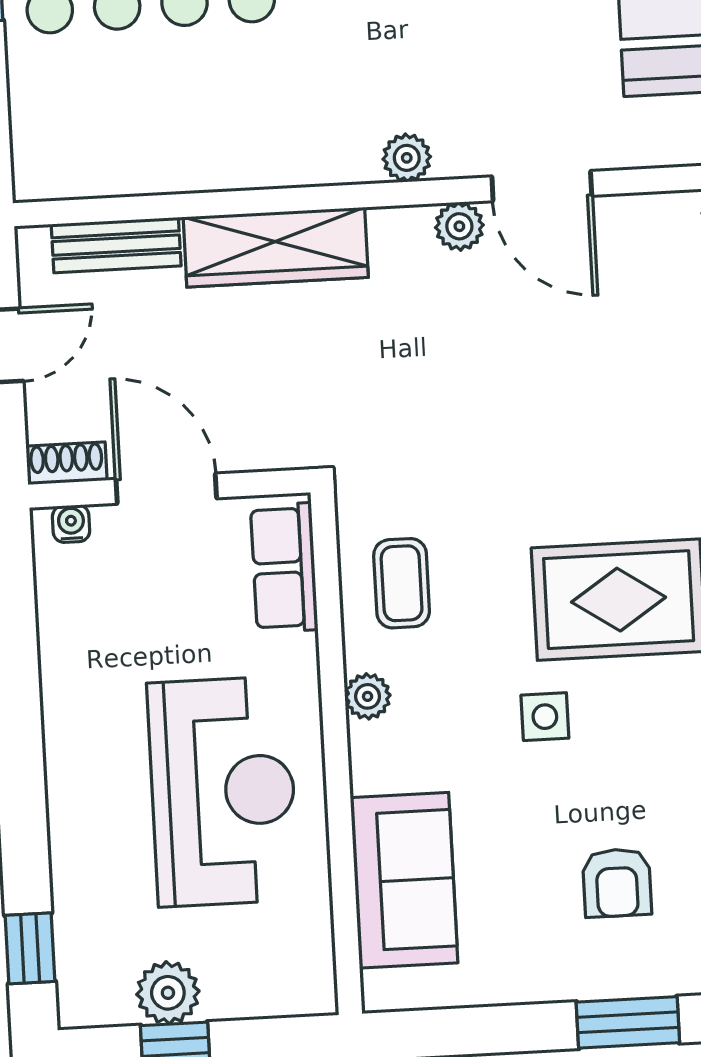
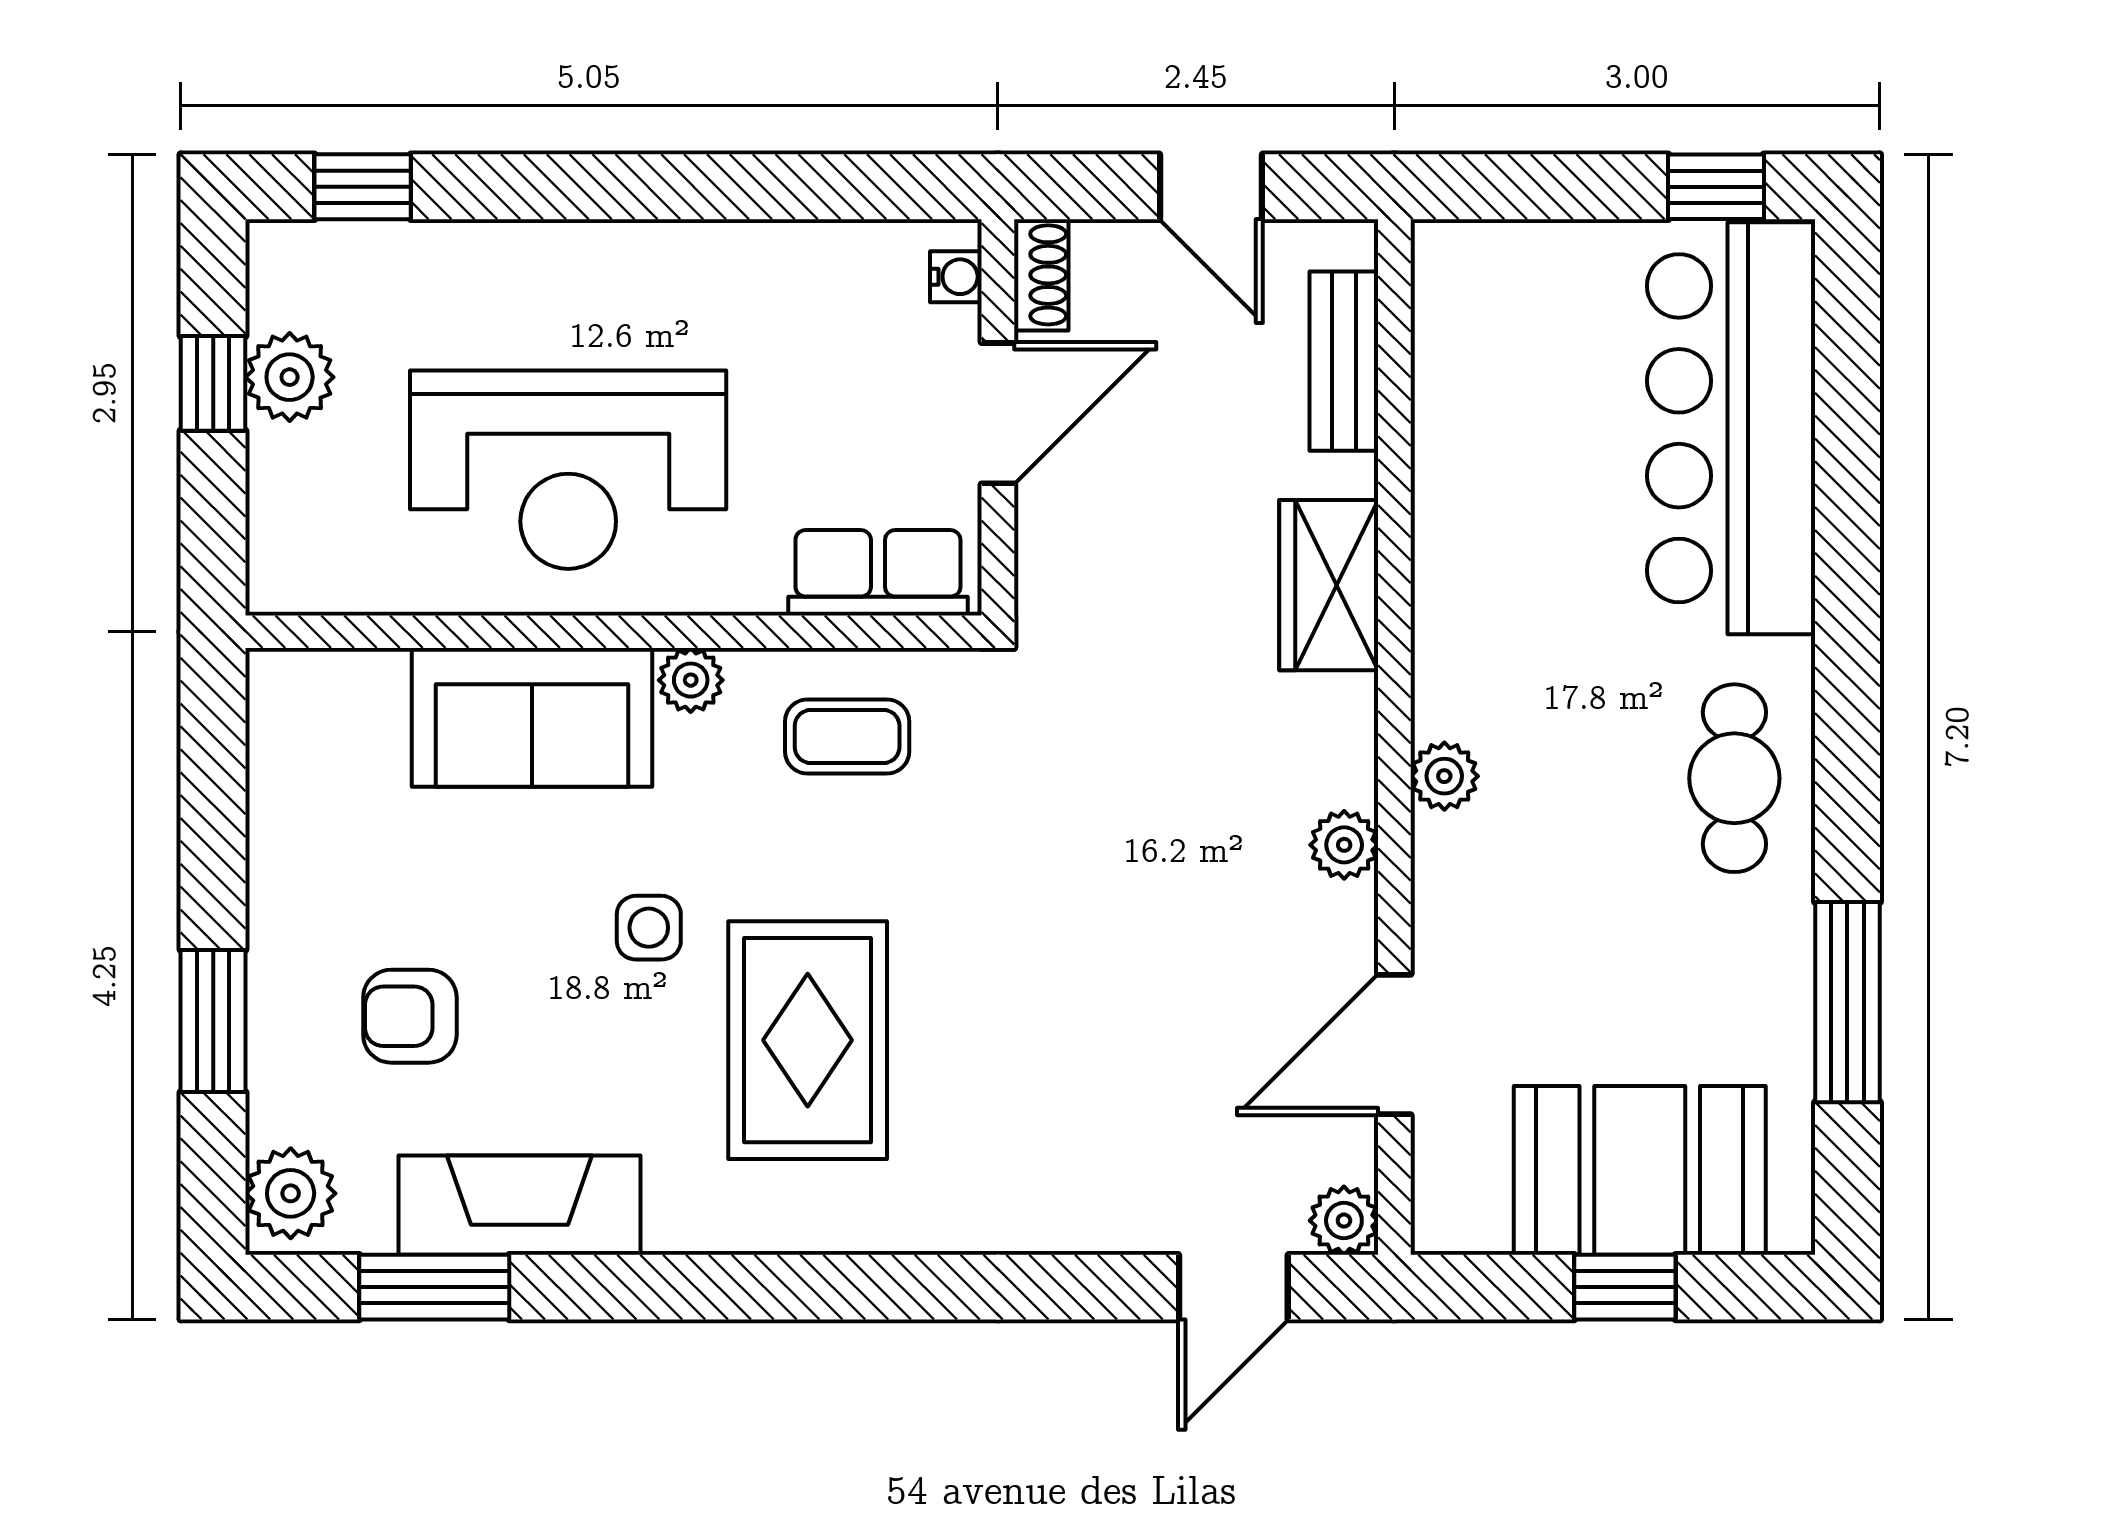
door: (542, 186) -> (1394, 1045), moved
wardrobe: (276, 247) -> (1329, 585), width x0.67
sofa: (404, 880) -> (532, 717), moved

